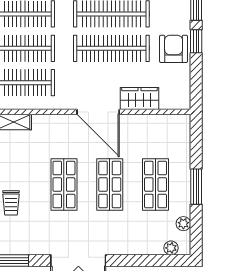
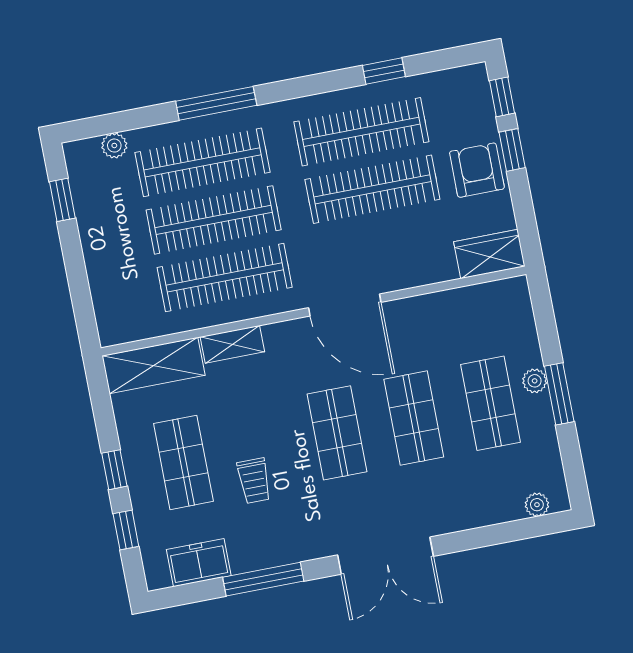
wardrobe: (140, 98) -> (489, 254), moved
door: (98, 112) -> (345, 305), moved
plant: (183, 224) -> (535, 381), moved

